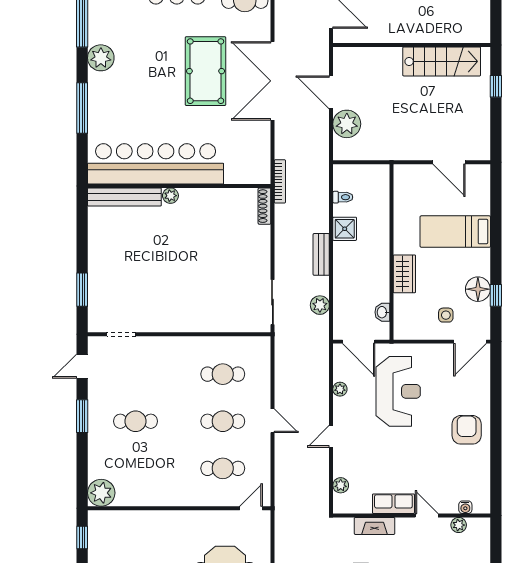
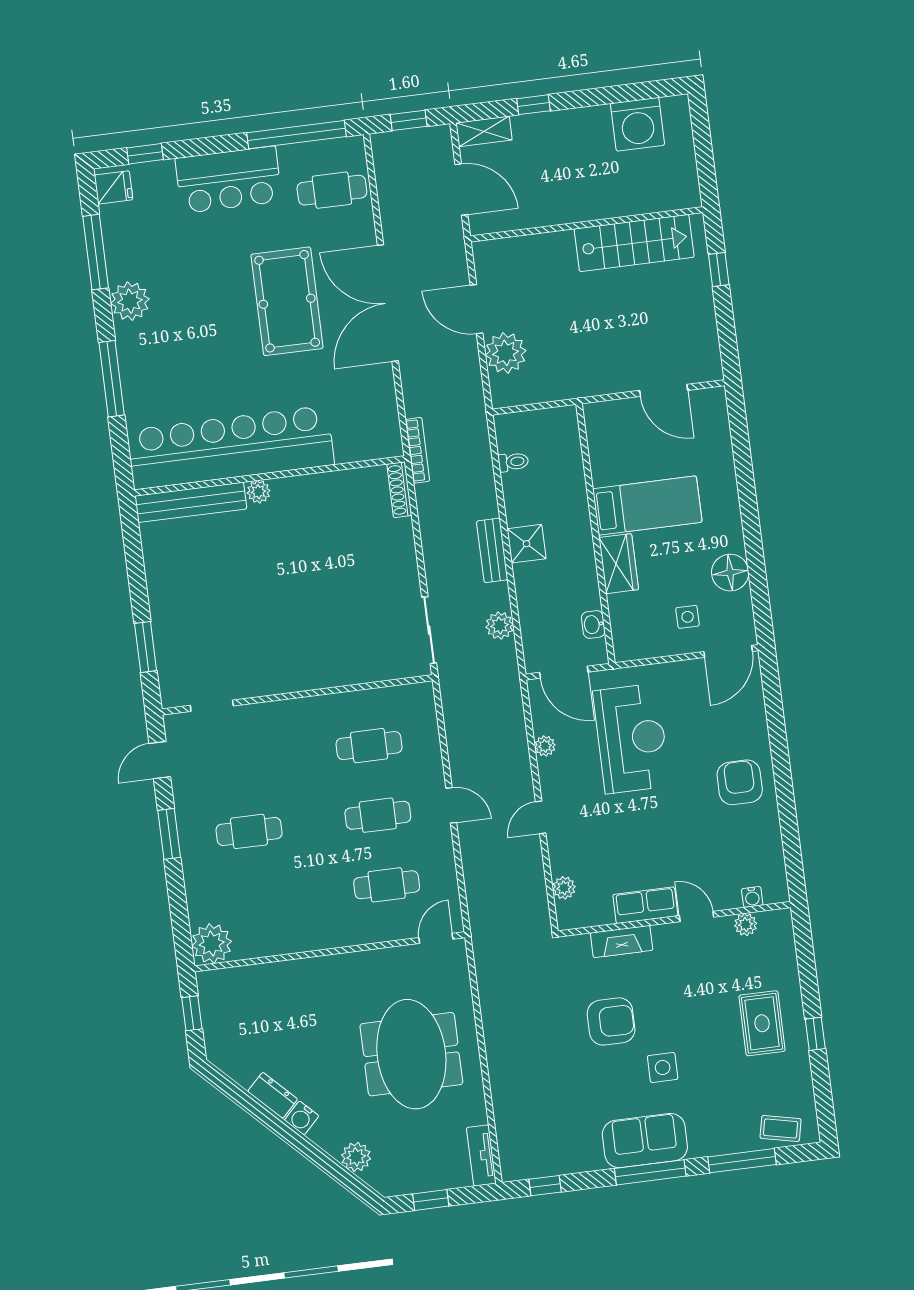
shower: (345, 229) -> (526, 544), moved
bed: (455, 232) -> (647, 506), moved, turned 180
window: (496, 295) -> (758, 578), removed

